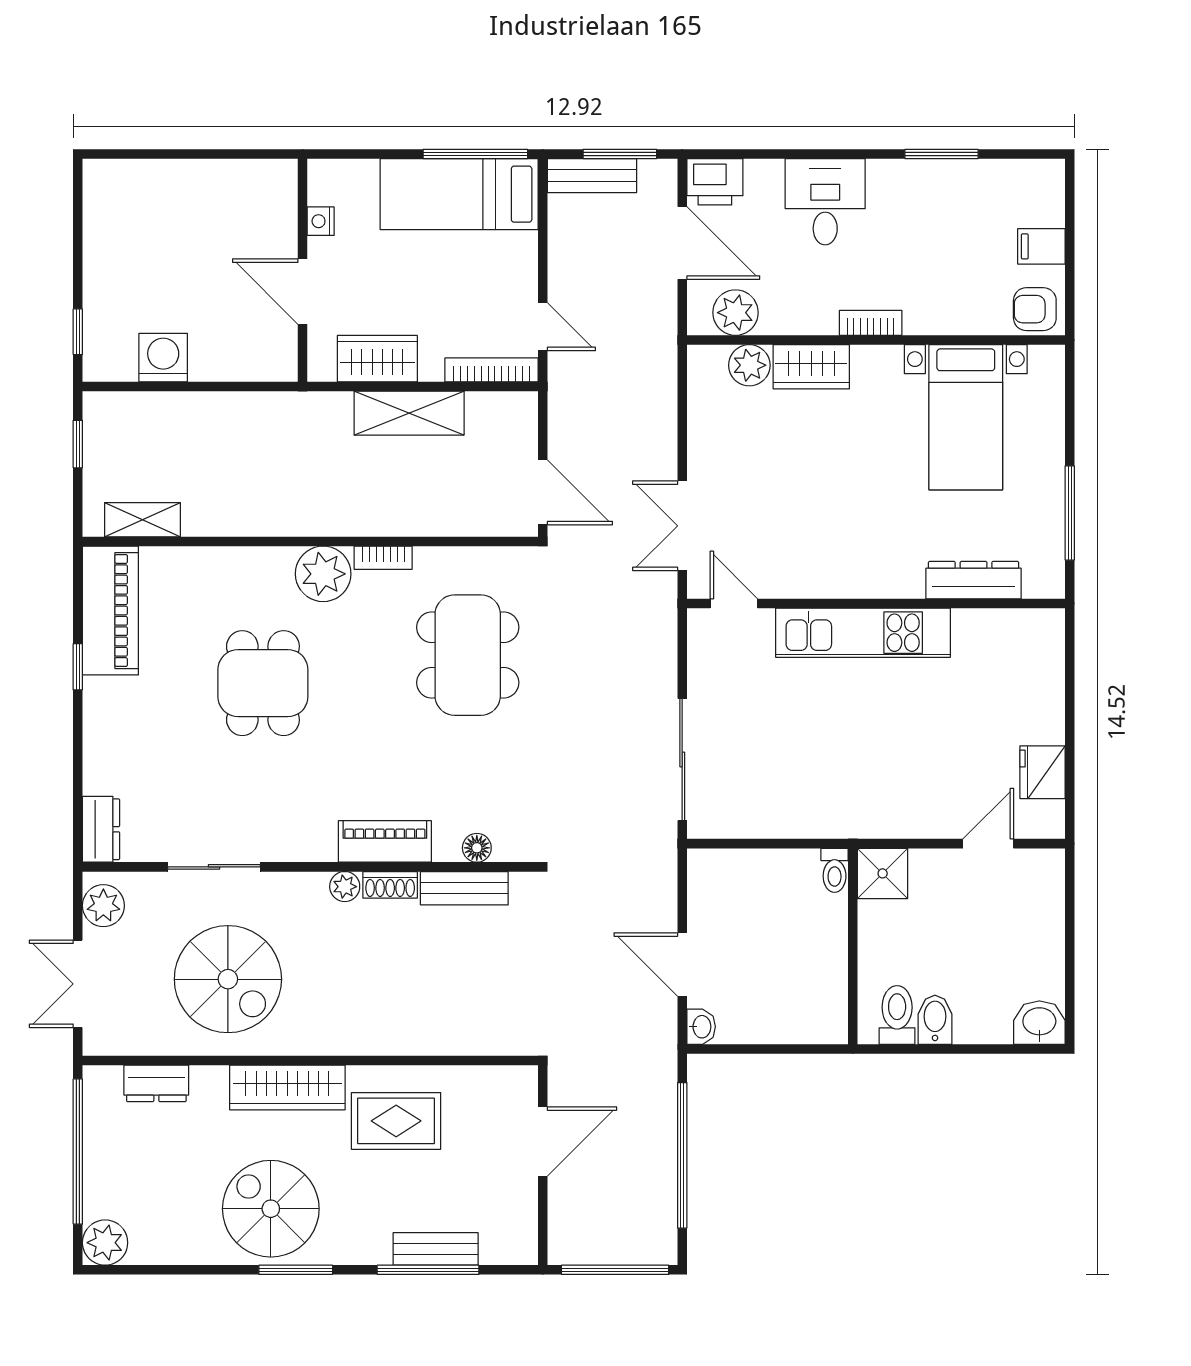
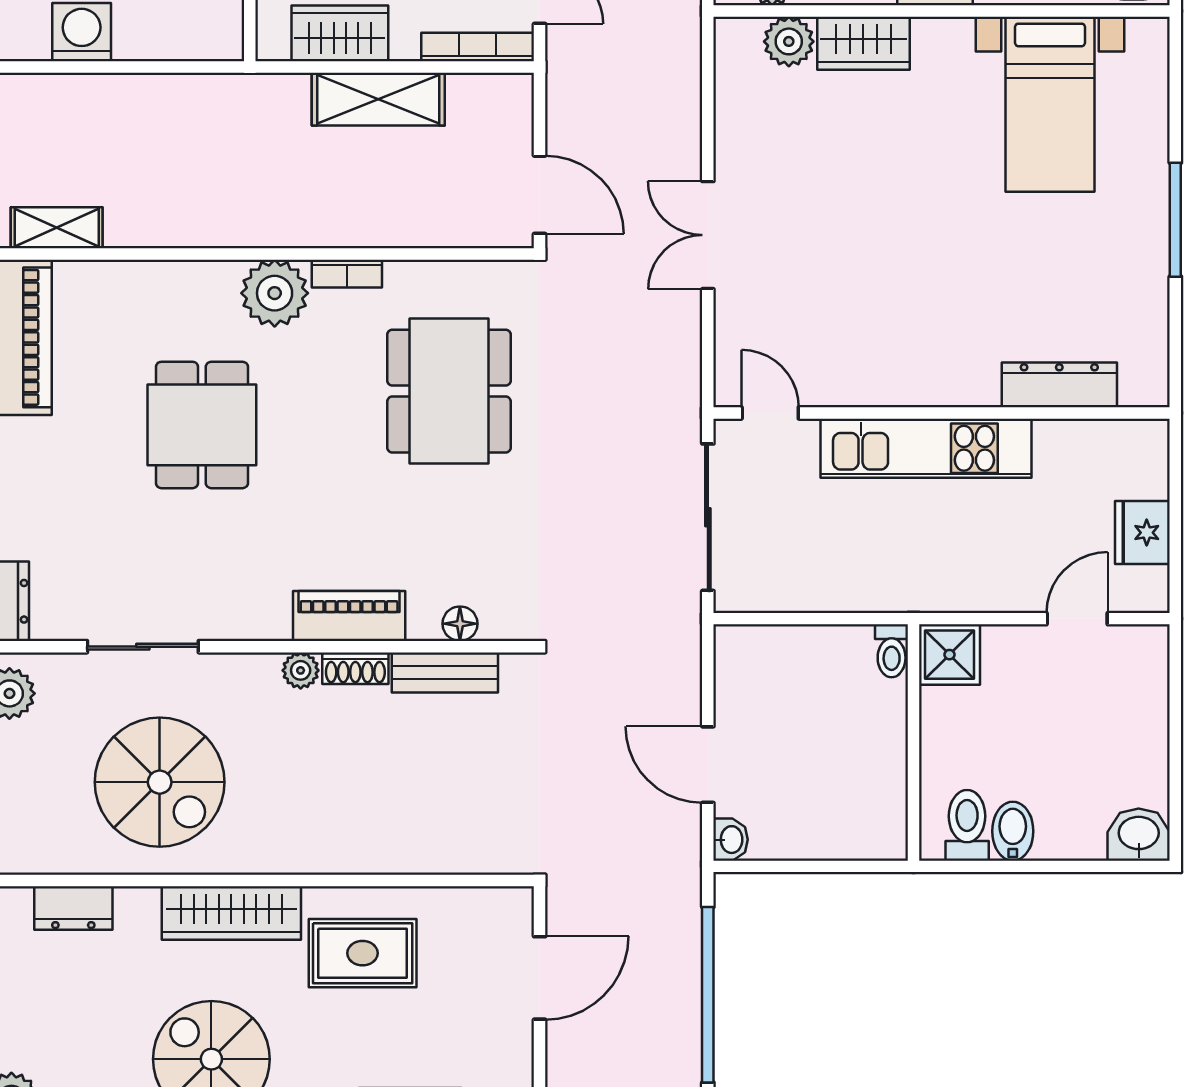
dresser: (974, 580) -> (1059, 385), moved
door: (734, 603) -> (770, 413), moved
wall: (876, 603) -> (942, 413), moved
kitchen unit: (863, 633) -> (926, 448), moved

